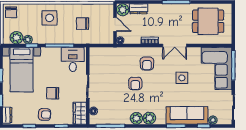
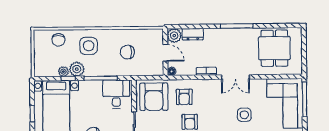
chair: (11, 12) -> (58, 40), moved
dining table: (208, 21) -> (274, 48), turned 90
plant: (16, 38) -> (77, 69), moved
armchair: (105, 62) -> (154, 97), added
armchair: (147, 64) -> (184, 97), moved

